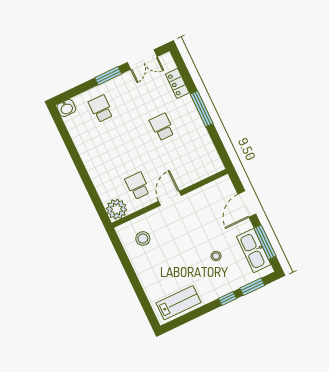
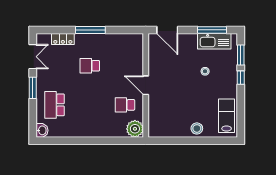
school desk: (101, 109) -> (55, 105), width x1.85
door: (247, 204) -> (167, 30), moved
stool: (143, 239) -> (197, 128), moved

